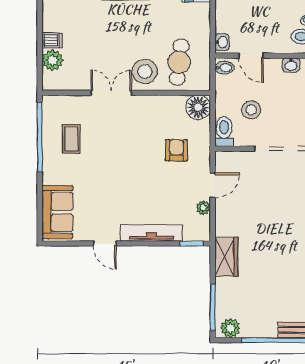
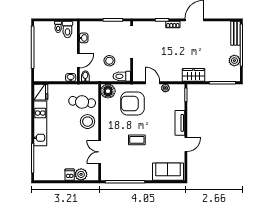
double door: (111, 93) -> (100, 152), moved
coffee table: (71, 139) -> (137, 140), moved
armchair: (176, 150) -> (133, 104), width x1.88, depth x1.88
tv unit: (152, 233) -> (180, 123), width x0.71
plant: (230, 328) -> (234, 61), moved

